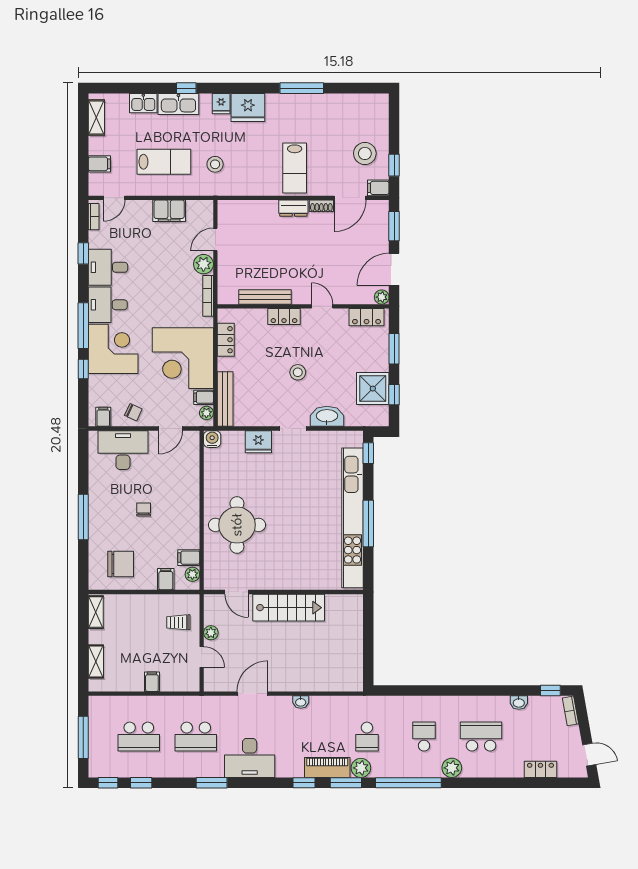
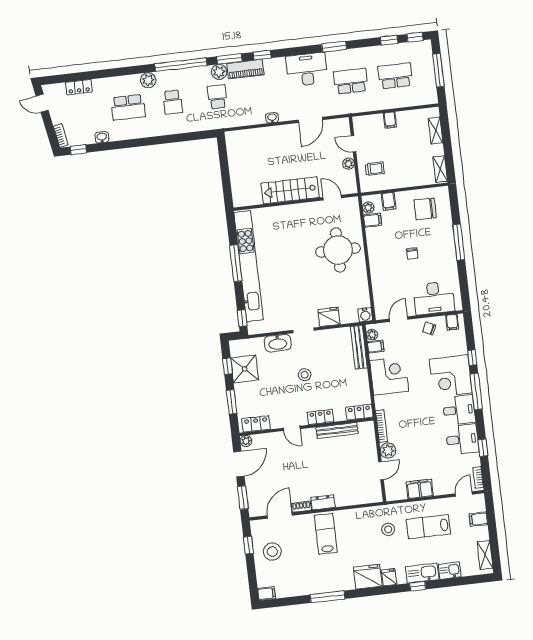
filing cabinet: (378, 188) -> (267, 594), moved
locker: (226, 340) -> (359, 412), moved, turned 90
corner desk: (183, 358) -> (389, 376), width x0.74, depth x0.74

